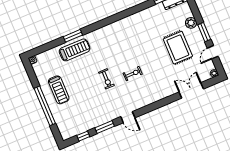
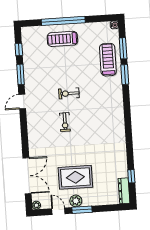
plant: (191, 23) -> (76, 201), moved
window: (50, 45) -> (123, 48), added
treadmill: (75, 50) -> (108, 60), moved, turned 180
treadmill: (59, 90) -> (62, 39), moved
double door: (191, 90) -> (27, 176), width x1.37

